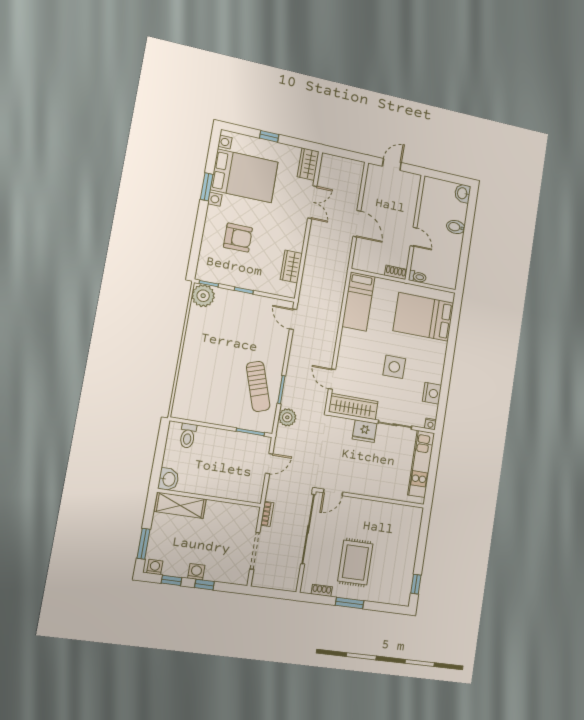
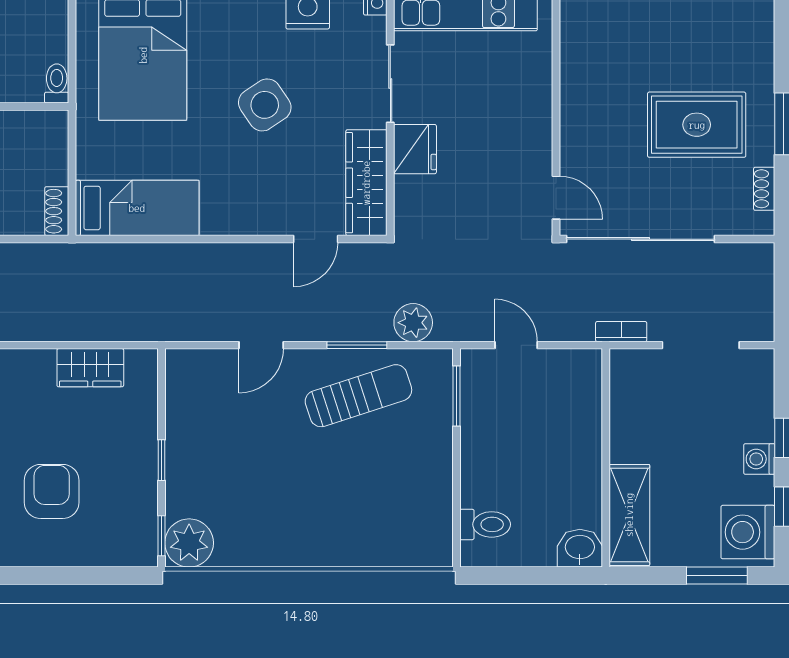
shoe rack: (396, 272) -> (57, 211), moved
door: (293, 319) -> (261, 345), moved
side table: (394, 367) -> (265, 105), turned -34
washing machine: (155, 567) -> (748, 532), width x1.89, depth x1.89

